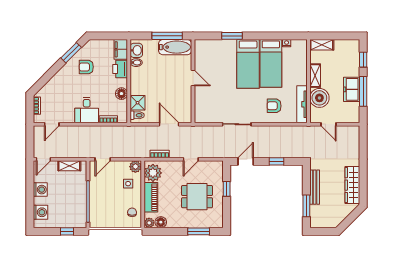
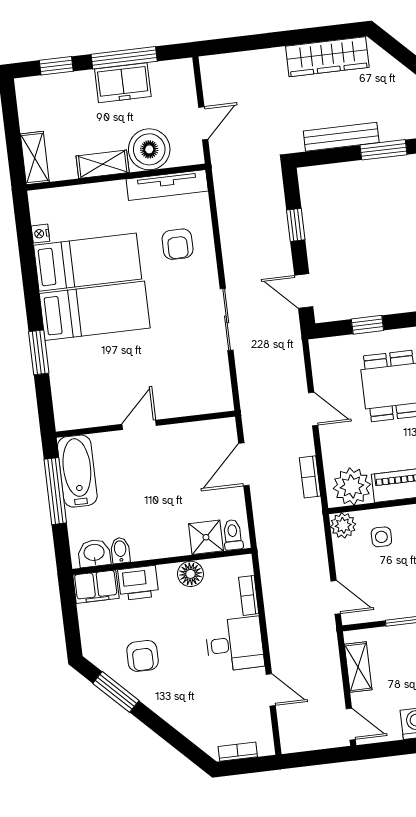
door: (52, 124) -> (271, 690), moved

